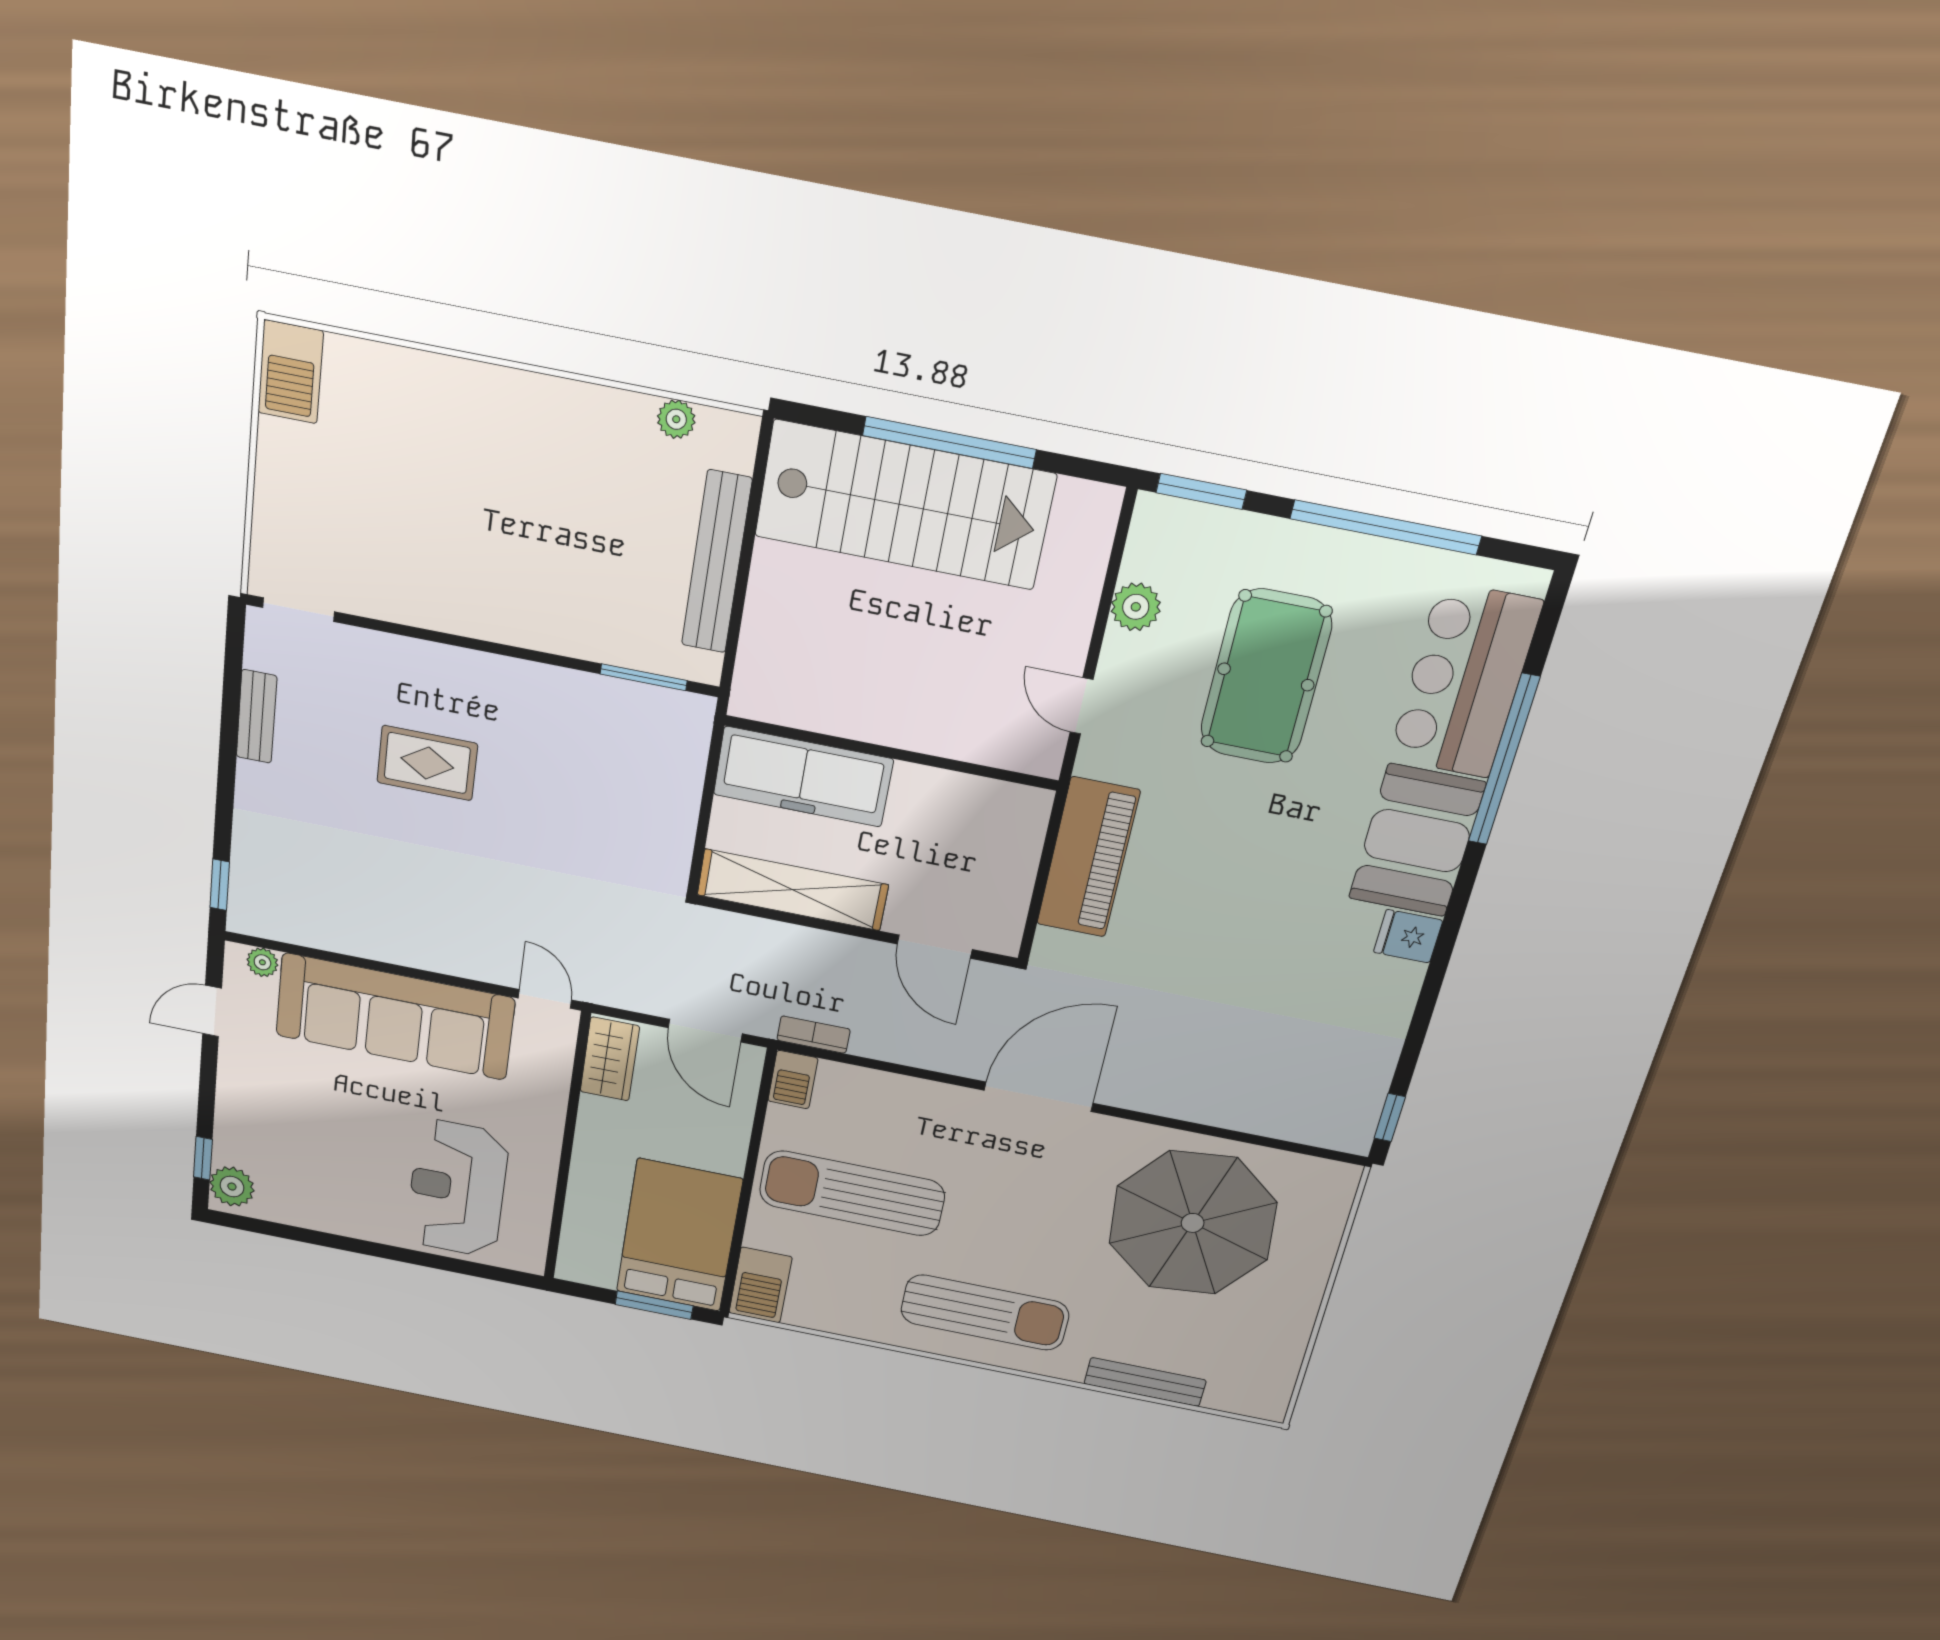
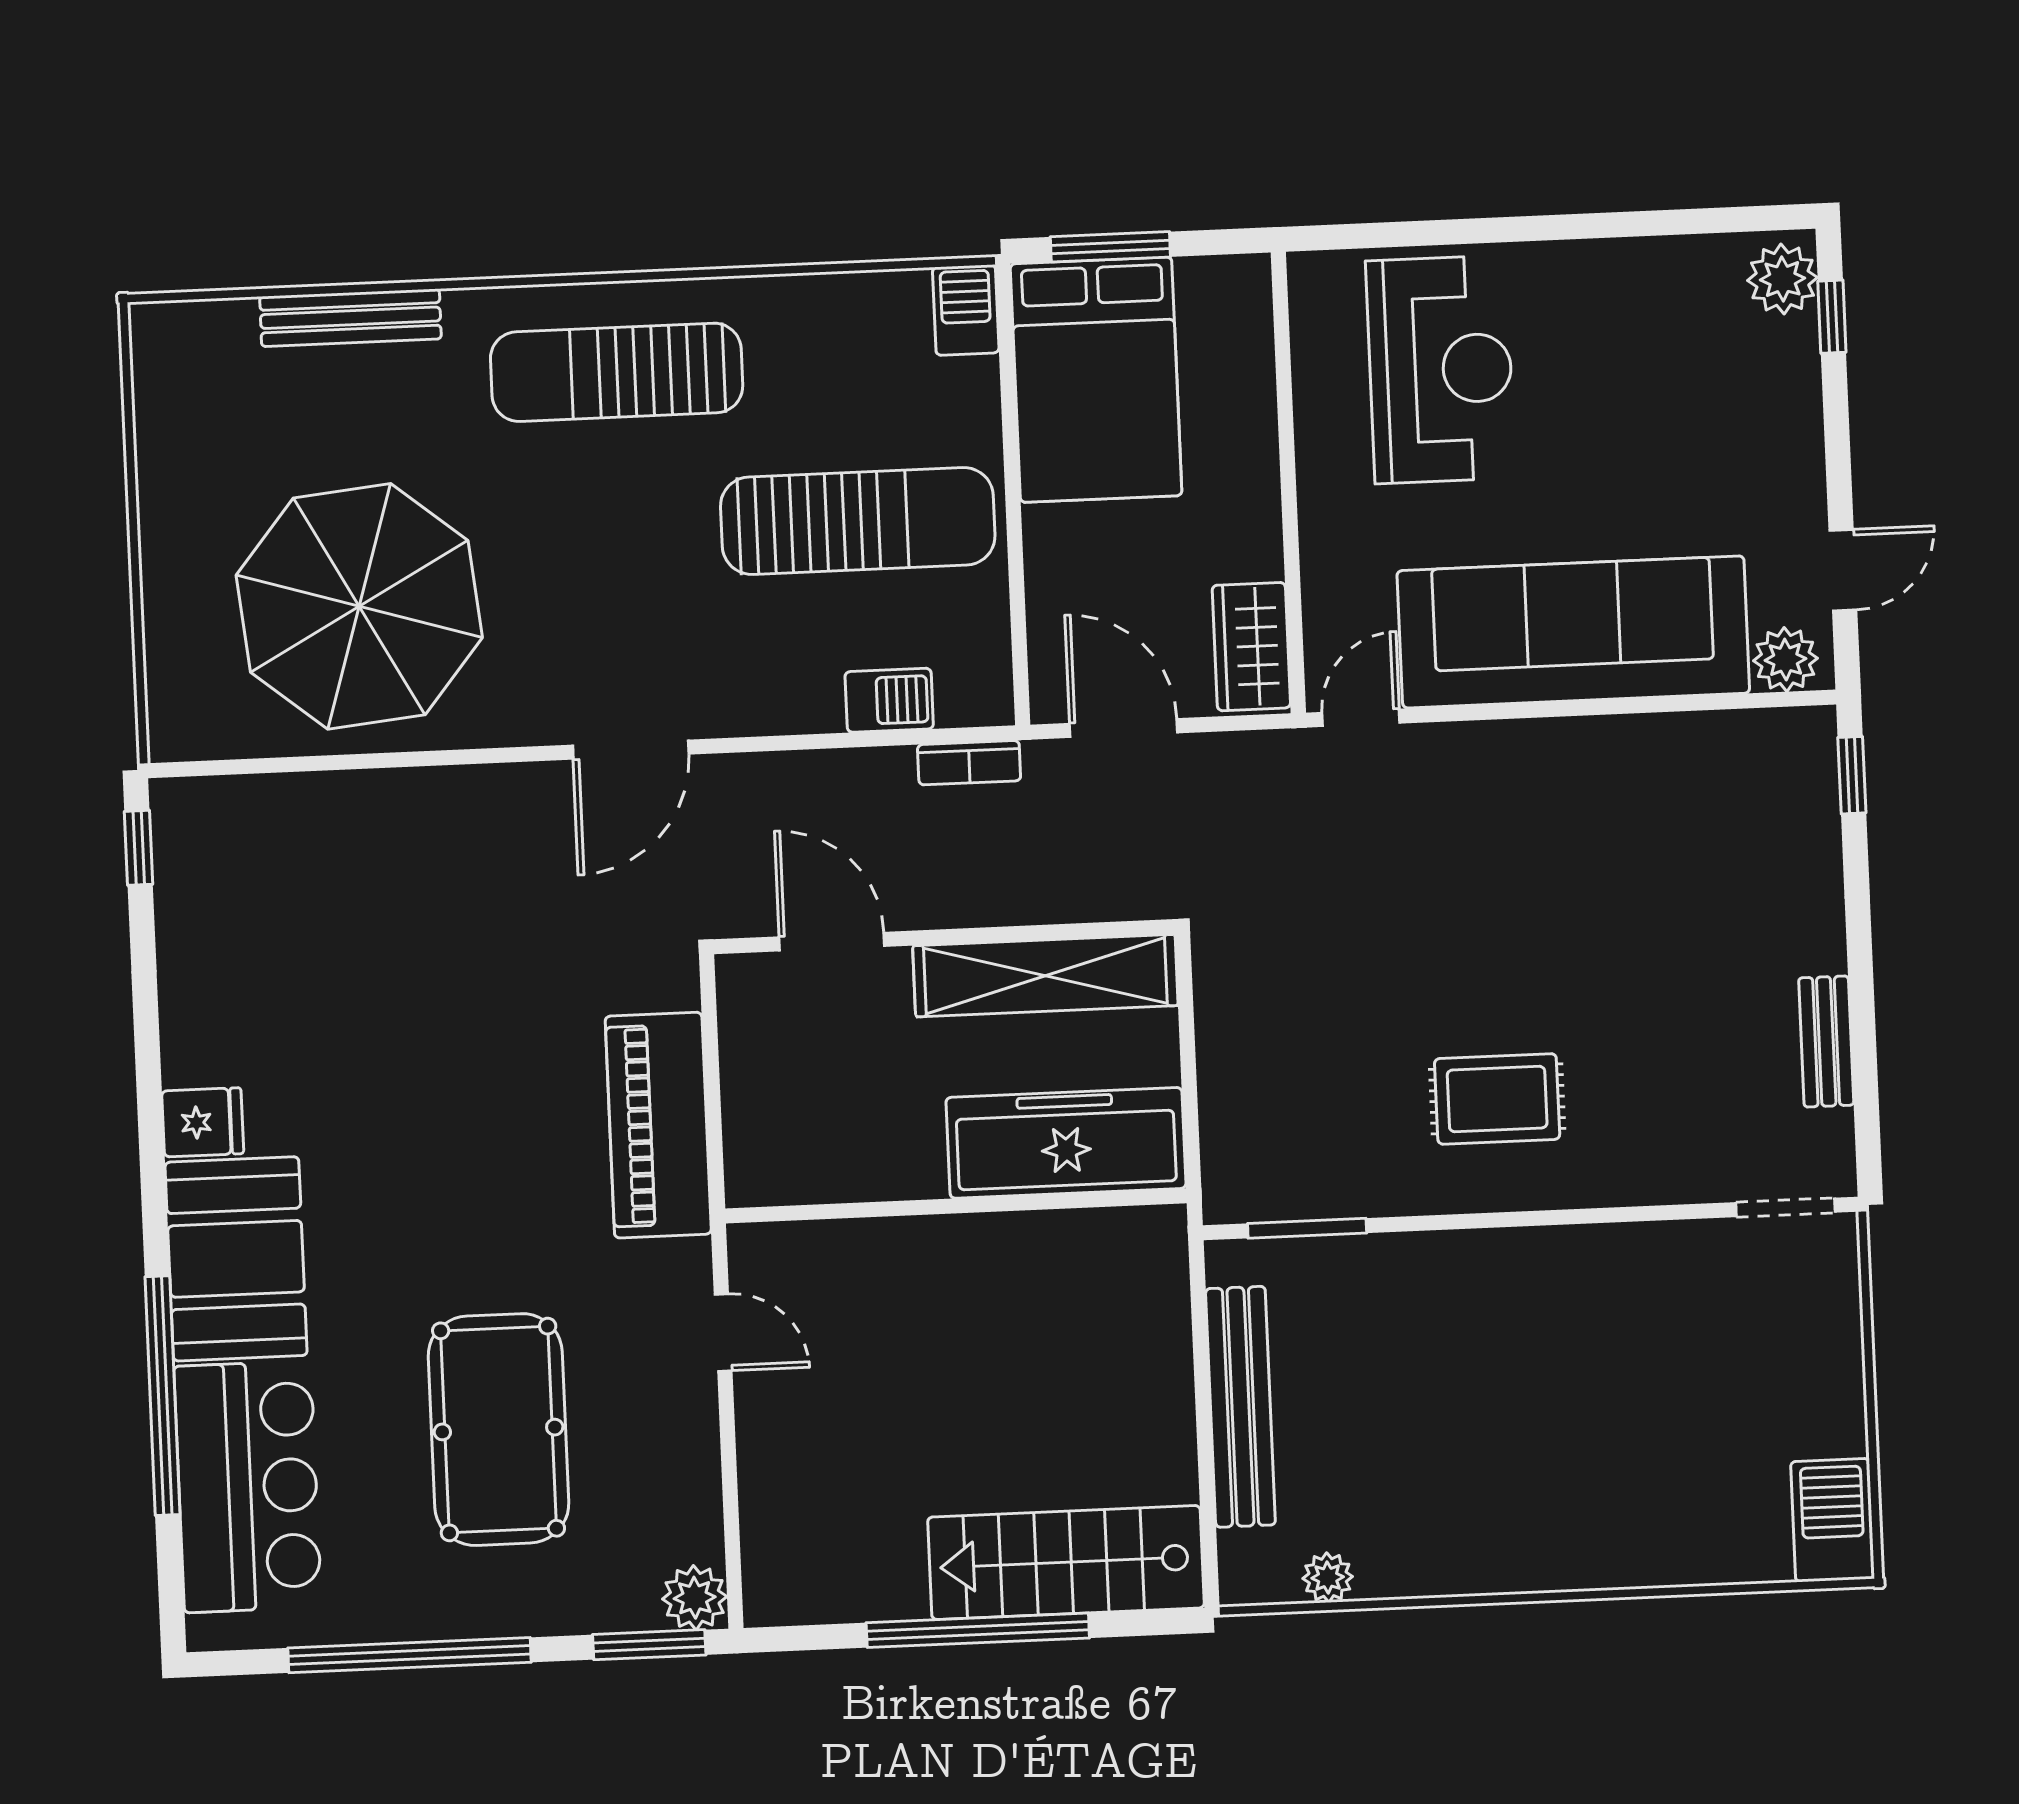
stairs: (905, 505) -> (1066, 1562), width x0.73, depth x0.66
plant: (1136, 607) -> (695, 1598), moved
rug: (427, 763) -> (1497, 1099), moved
plant: (262, 962) -> (1785, 659), width x1.38, depth x1.38
door: (545, 999) -> (1361, 718), swing flipped
barbecue: (793, 1080) -> (889, 700), moved, turned 90
door: (1039, 1097) -> (631, 750), width x0.73
barbecue: (760, 1285) -> (966, 310), width x0.73, depth x0.79

